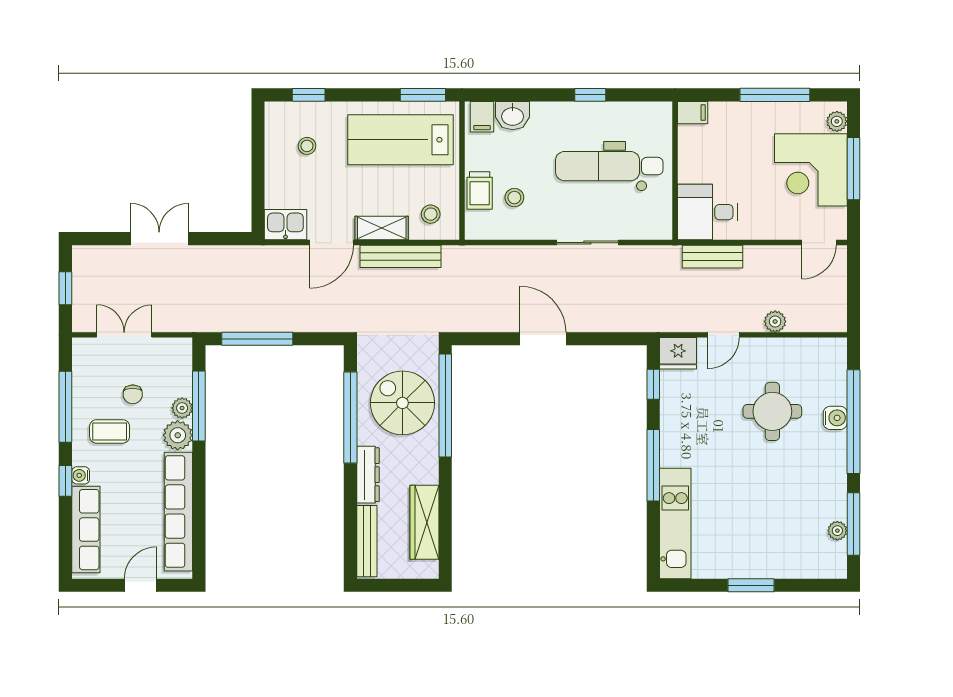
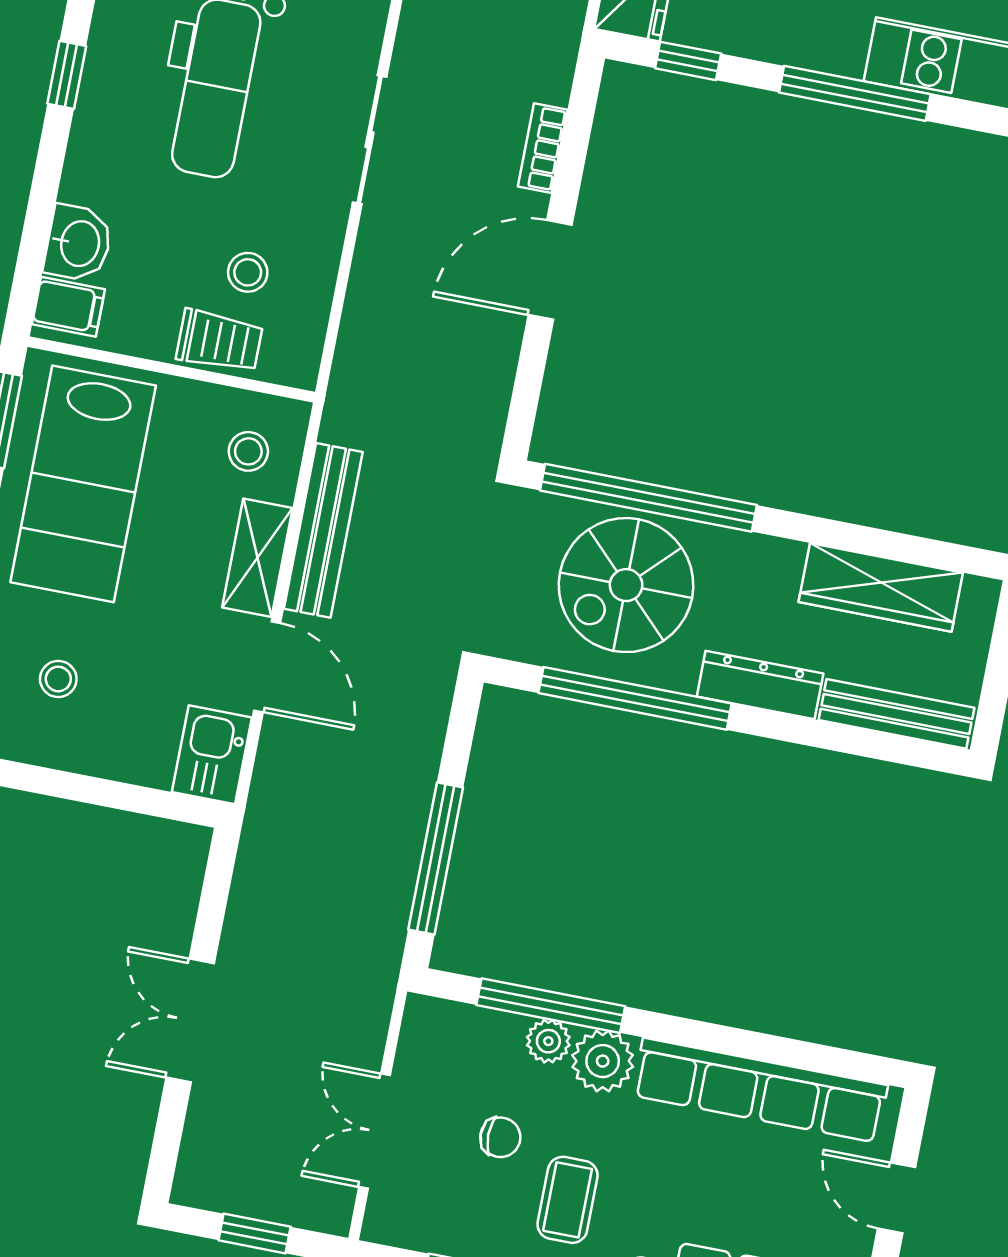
bookcase: (599, 324) -> (543, 148), added

